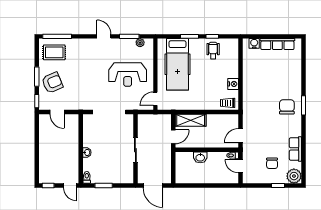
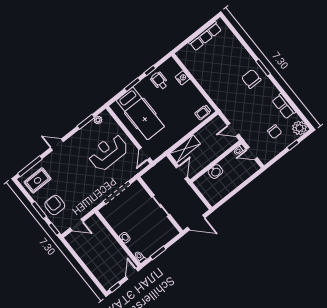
door: (104, 36) -> (57, 145), moved
water cooler: (254, 43) -> (187, 50), removed
reception desk: (128, 75) -> (108, 152), turned 180
armchair: (52, 83) -> (55, 205), turned -67
nightstand: (233, 84) -> (182, 78), moved
door: (240, 136) -> (233, 130), hinge flipped
door: (70, 185) -> (132, 274), swing flipped

